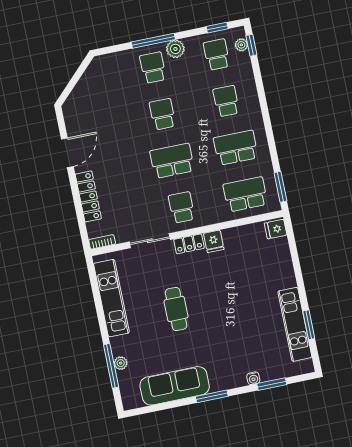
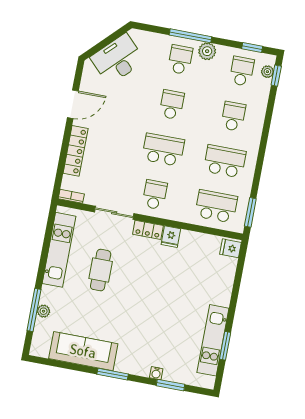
desk: (93, 92) -> (118, 59), added
cafe table: (176, 309) -> (101, 270), moved

